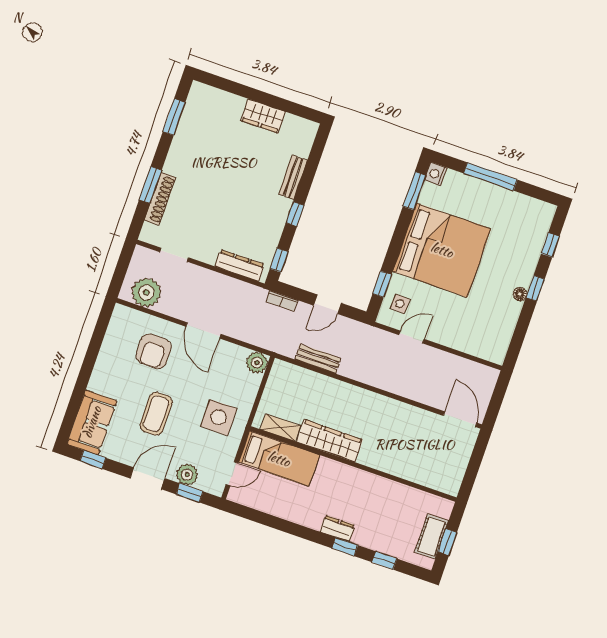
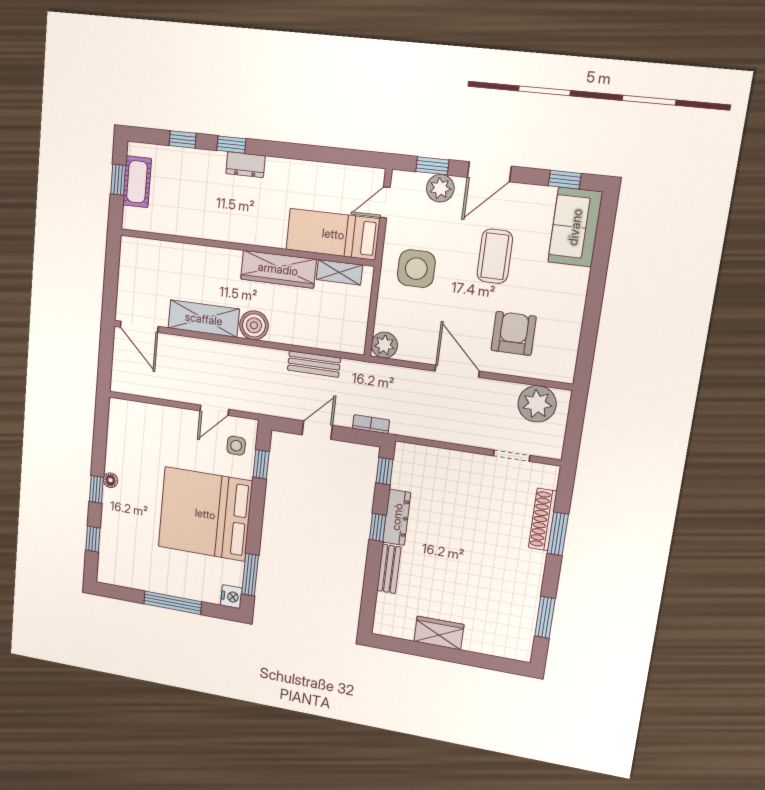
dresser: (240, 265) -> (397, 517), moved, turned -90
boiler: (361, 400) -> (254, 325), added
shelving: (402, 414) -> (204, 319), added

